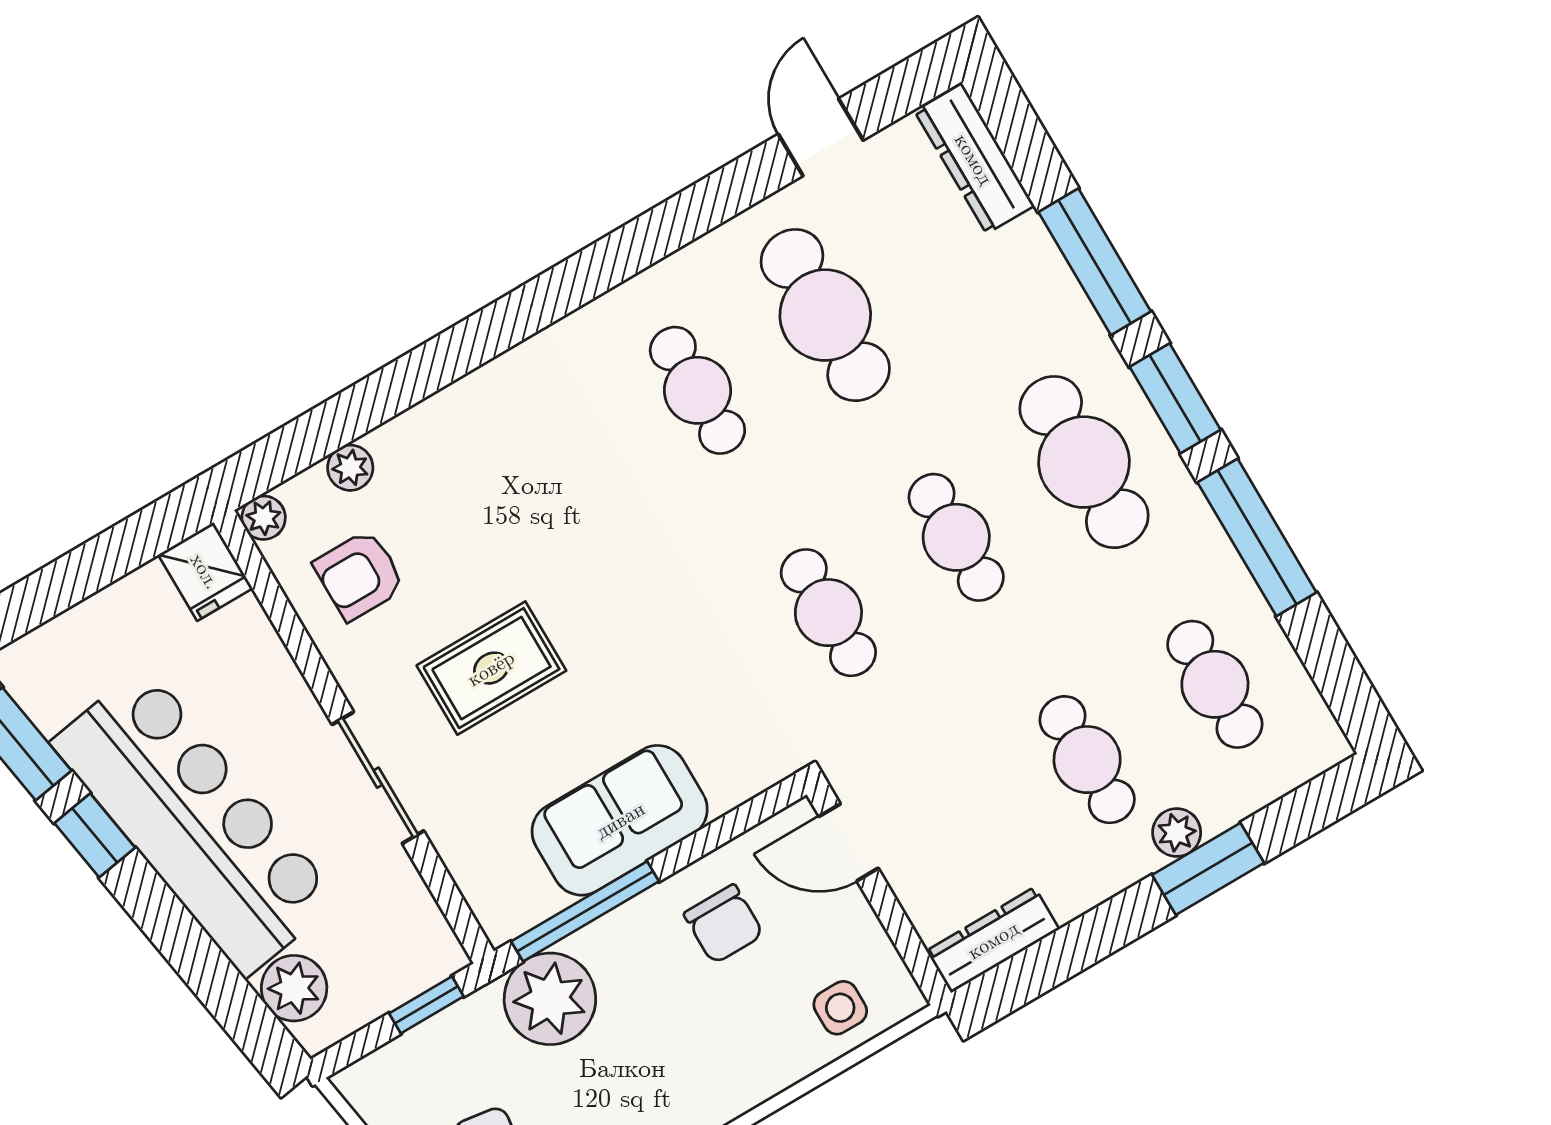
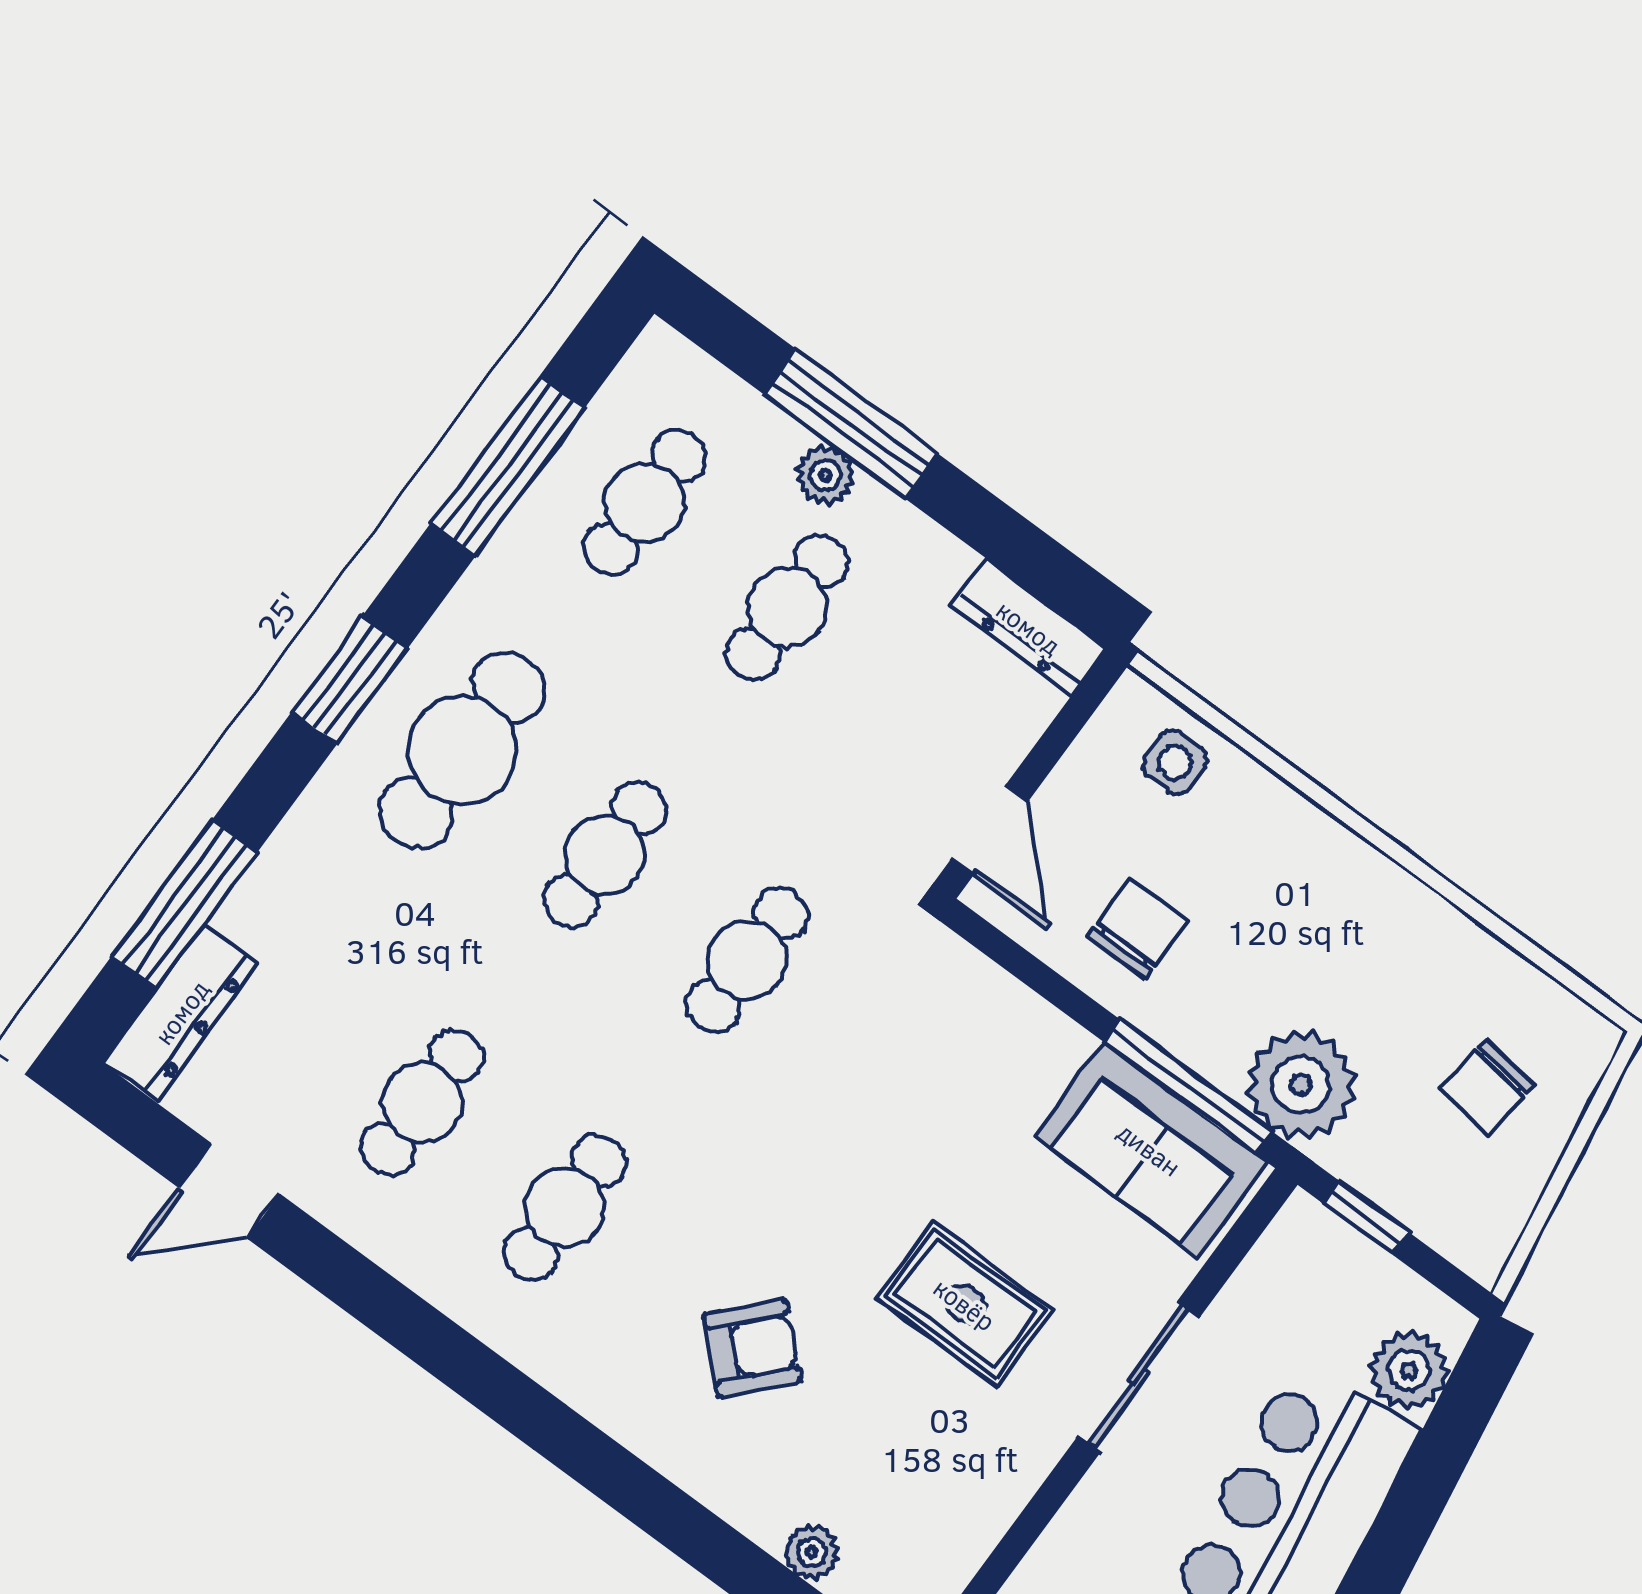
window: (1095, 262) -> (184, 904), moved
cafe table: (825, 315) -> (422, 1103), width x0.73, depth x0.74
window: (1257, 537) -> (508, 466), moved
armchair: (359, 575) -> (752, 1348), moved, turned -47
sofa: (620, 820) -> (1150, 1149), moved
window: (1208, 869) -> (850, 424), width x1.44

